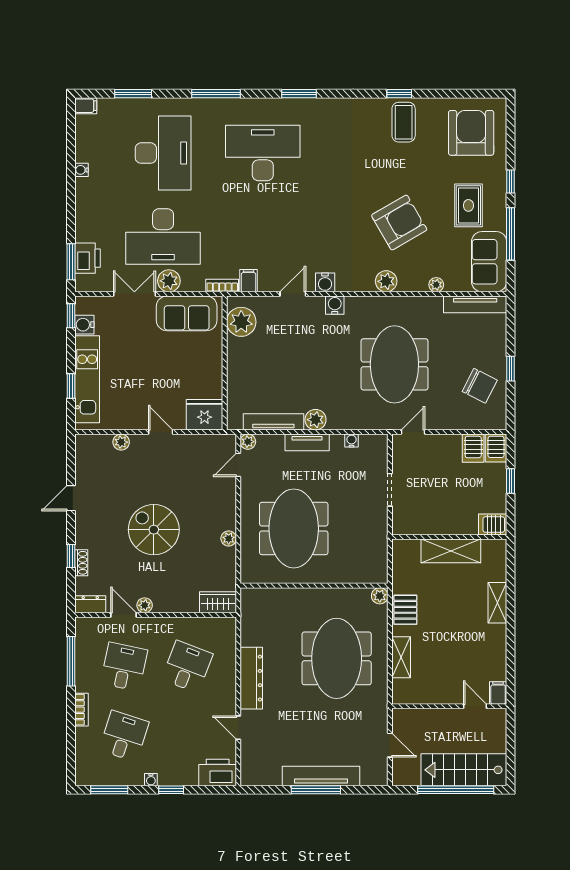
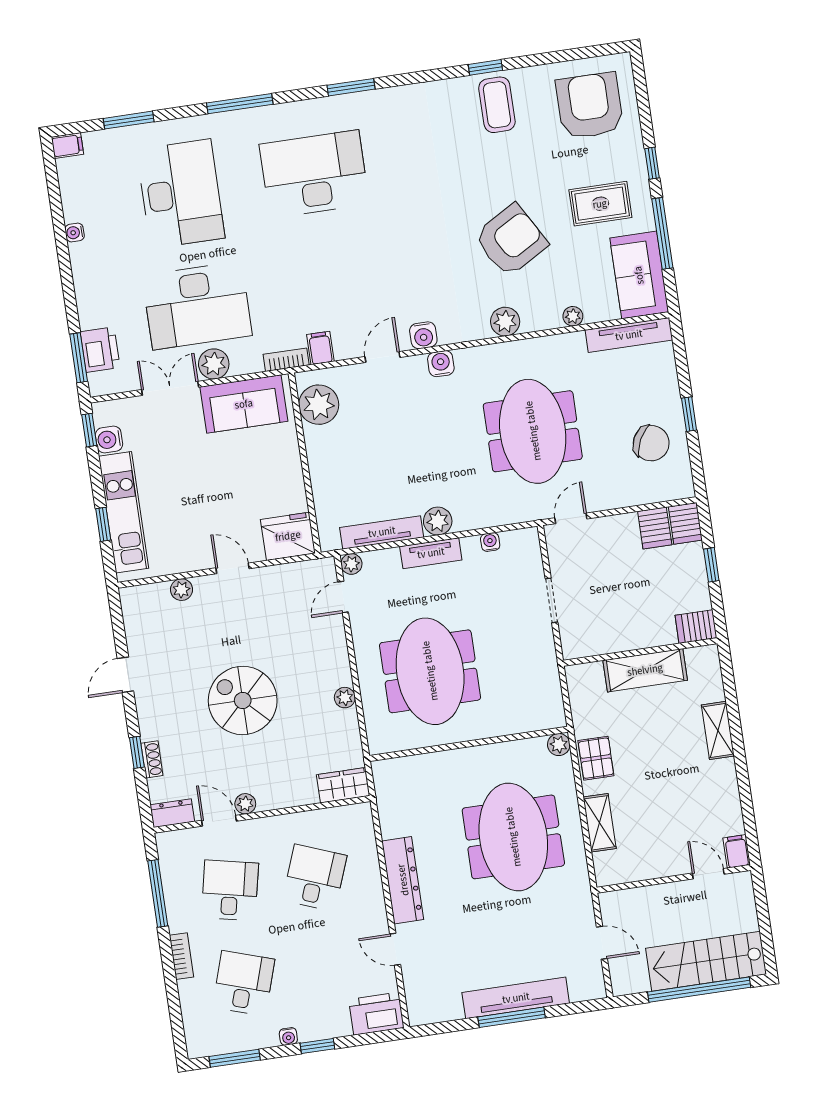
rug: (468, 205) -> (600, 204), turned 90

